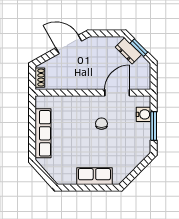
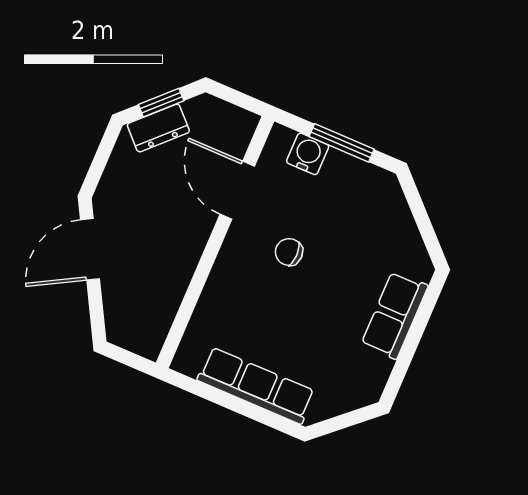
shoe rack: (40, 78) -> (134, 341), removed

